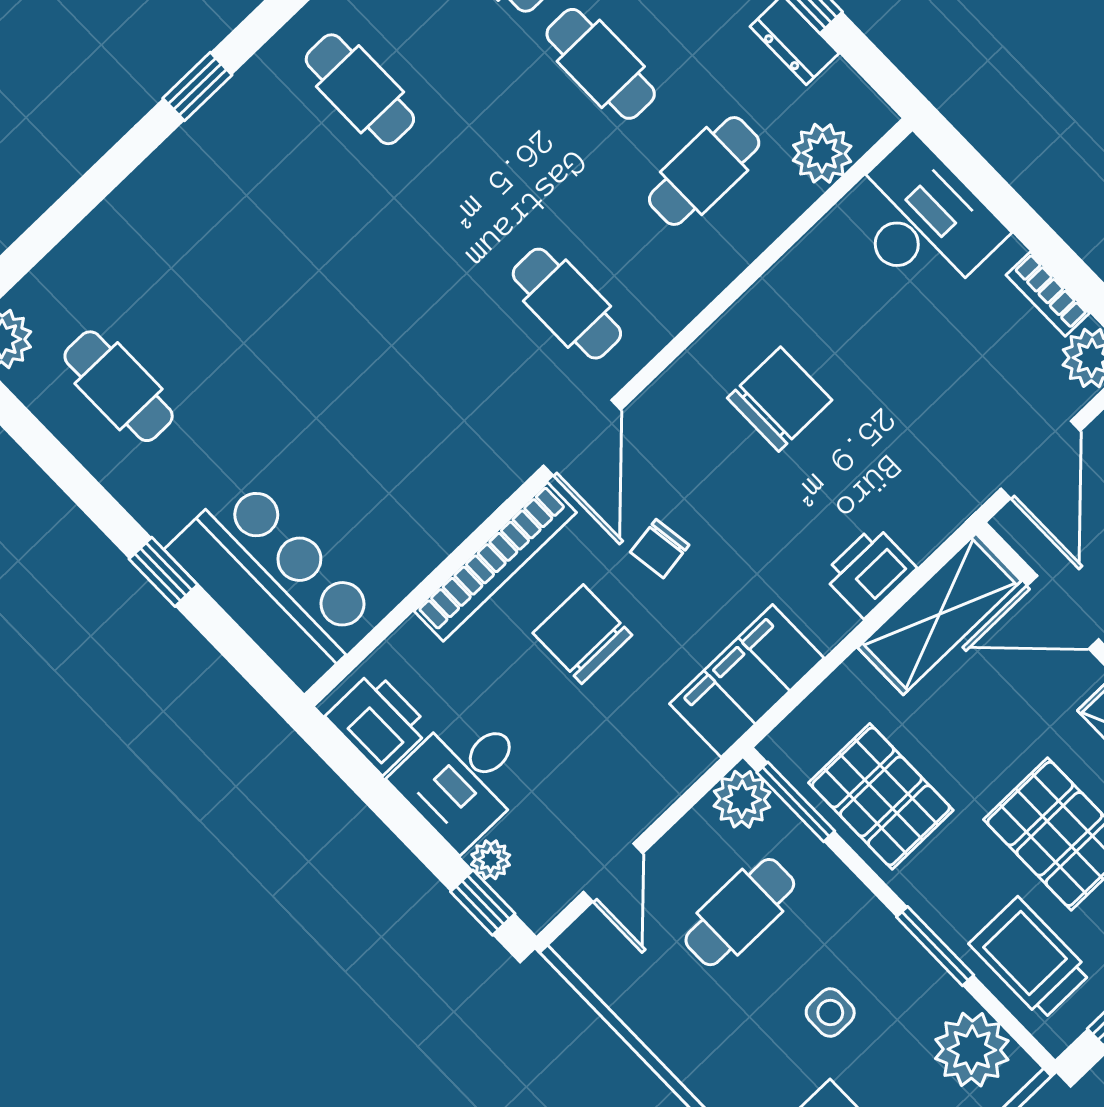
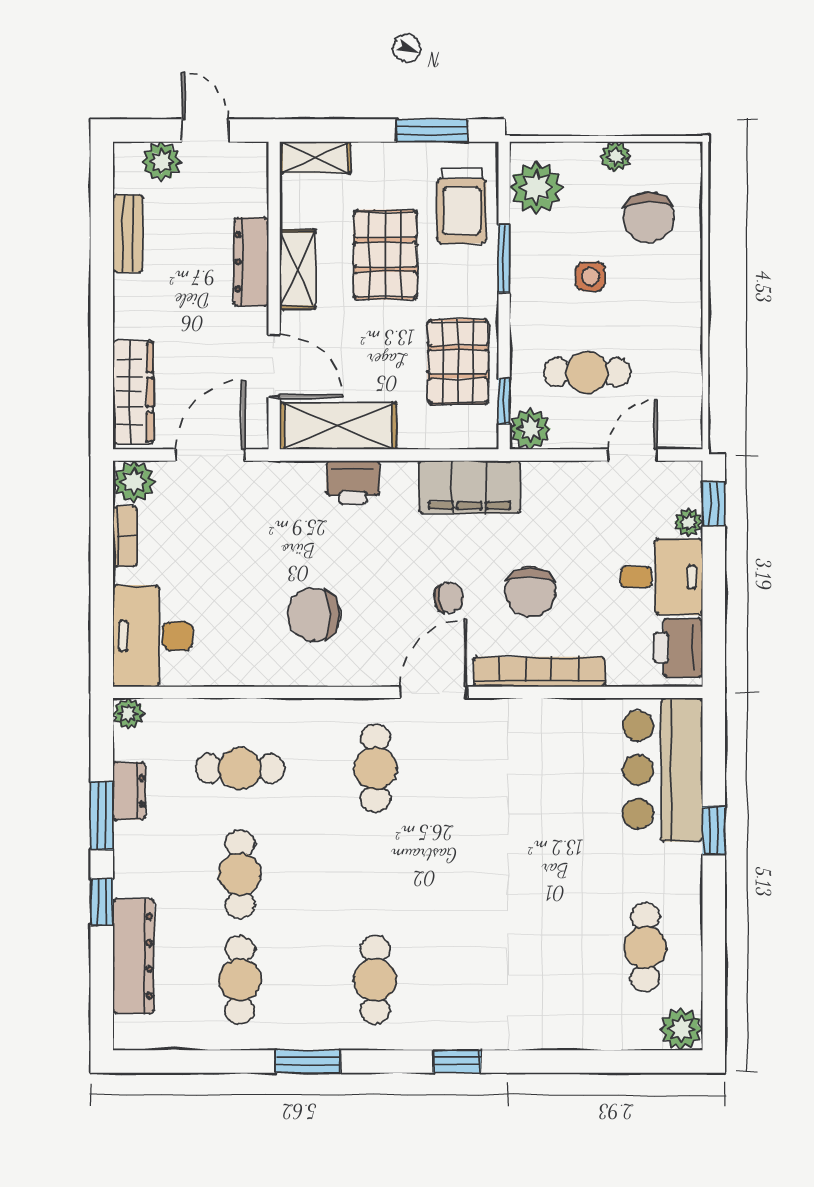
plant: (822, 153) -> (128, 713), moved, width x0.73, depth x0.73
window: (796, 802) -> (504, 401), width x0.67

